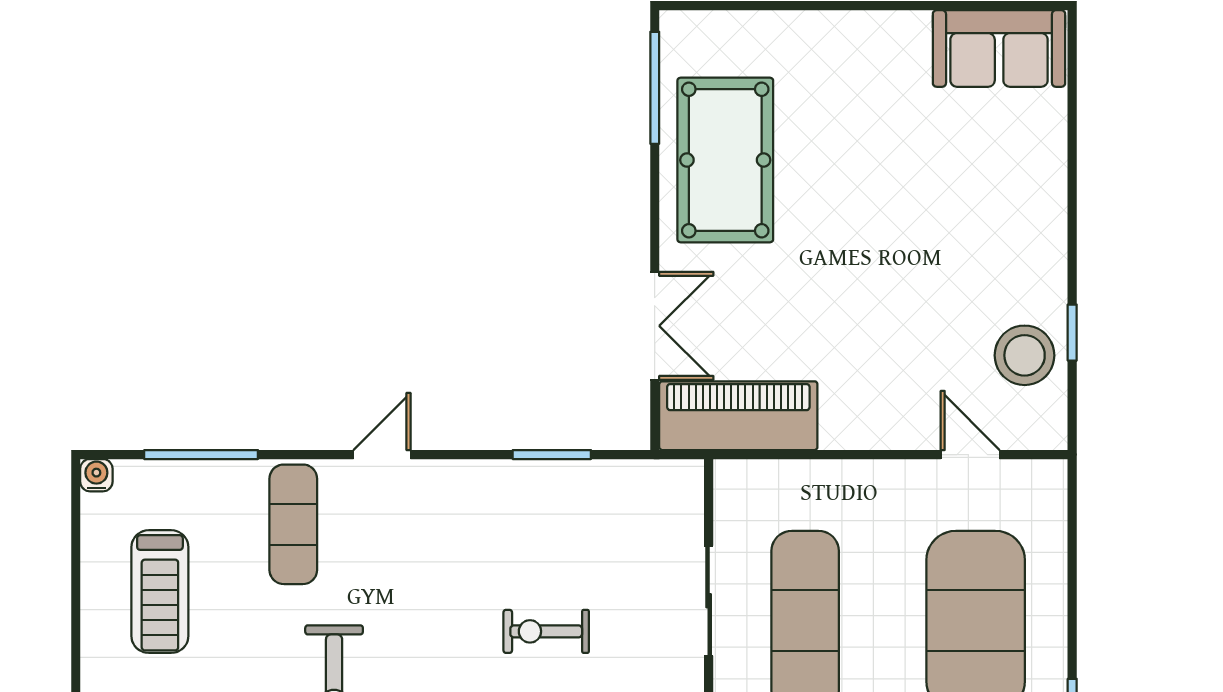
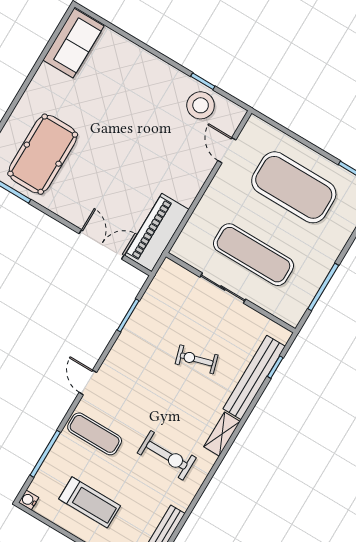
pool table: (725, 160) -> (43, 154), moved, turned 90
door: (970, 455) -> (227, 150), hinge flipped
exercise bike: (546, 631) -> (197, 359), turned 74

